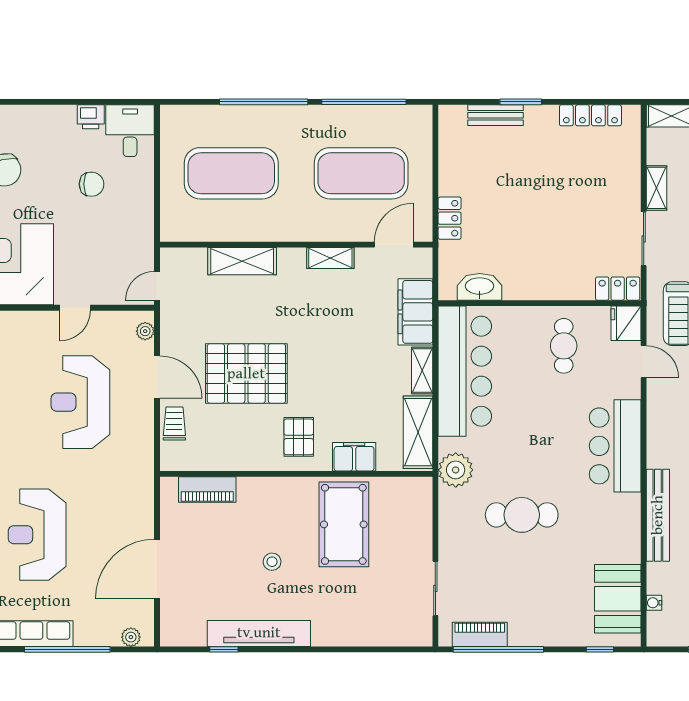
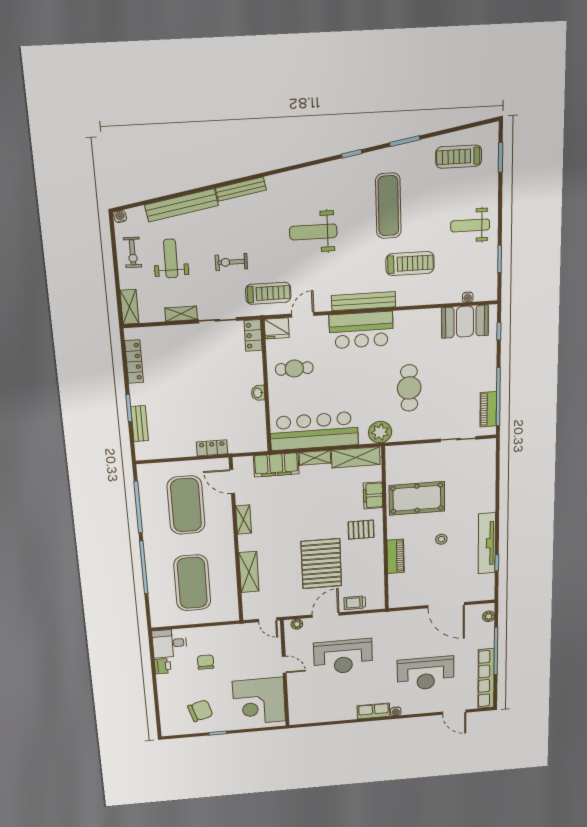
washbasin: (480, 287) -> (258, 393), moved, width x0.52, depth x0.69
piano: (207, 490) -> (396, 556), moved
bench: (658, 515) -> (364, 301), moved

